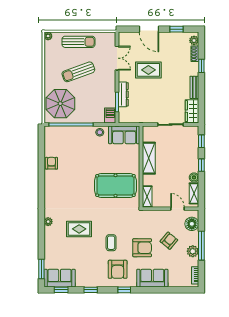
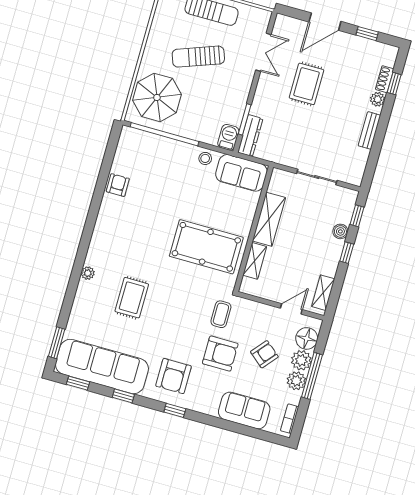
door: (149, 29) -> (325, 22), hinge flipped
plant: (194, 40) -> (378, 99), moved
window: (201, 66) -> (394, 84), moved
rug: (148, 70) -> (307, 84), turned 90
dresser: (123, 94) -> (250, 136), moved
wardrobe: (192, 111) -> (356, 166), removed
boiler: (194, 177) -> (340, 231), moved
shelving: (147, 197) -> (255, 261), moved
door: (177, 209) -> (291, 309), hinge flipped
rug: (79, 229) -> (132, 298), turned 90
plant: (192, 238) -> (301, 360), added
coffee table: (111, 243) -> (221, 314), moved
sofa: (60, 278) -> (102, 367), width x1.85, depth x1.27
sofa: (152, 278) -> (244, 411), moved

